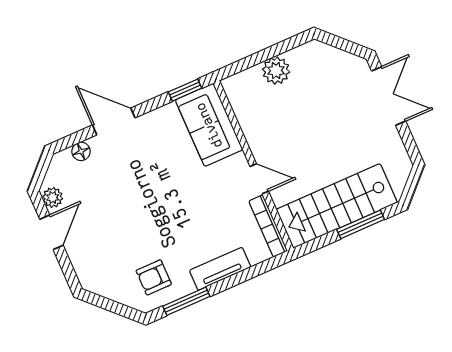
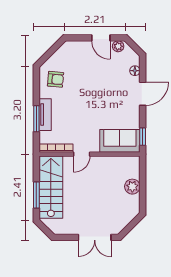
armchair: (154, 277) -> (56, 79), turned 95
window: (186, 301) -> (36, 119), moved

